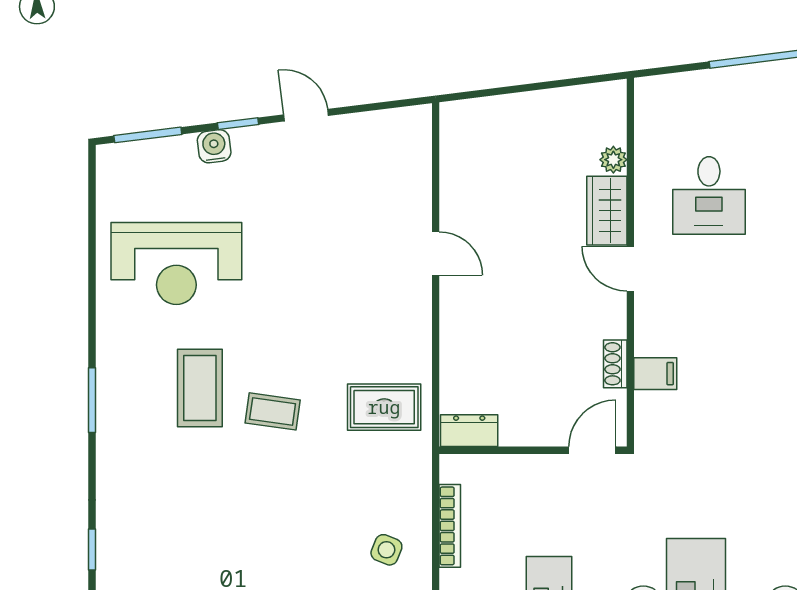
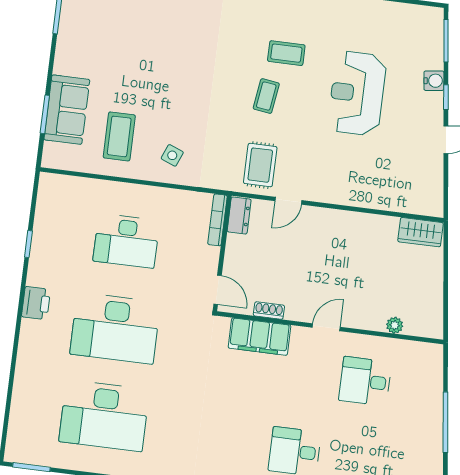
wardrobe: (607, 211) -> (421, 232), moved, turned 180
door: (436, 253) -> (288, 201), moved
reception desk: (176, 264) -> (357, 93), moved
filing cabinet: (655, 374) -> (259, 337), width x3.00, depth x1.17
coffee table: (200, 388) -> (286, 53), width x0.73, depth x0.77
bookcase: (450, 526) -> (217, 220), moved, turned 90

